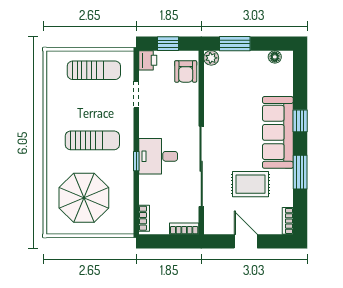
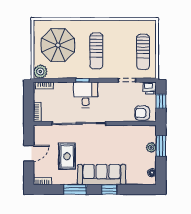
plant: (211, 58) -> (151, 147), moved
plant: (123, 224) -> (40, 72), added

